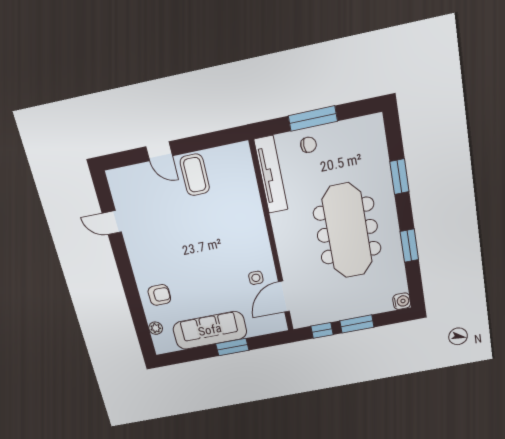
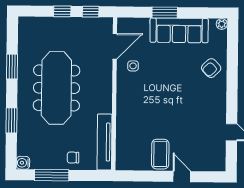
window: (313, 118) -> (52, 175), moved
armchair: (159, 295) -> (211, 68), turned -44
water cooler: (402, 301) -> (23, 163), moved
window: (357, 324) -> (62, 11), width x0.67
plant: (156, 328) -> (222, 24), moved

